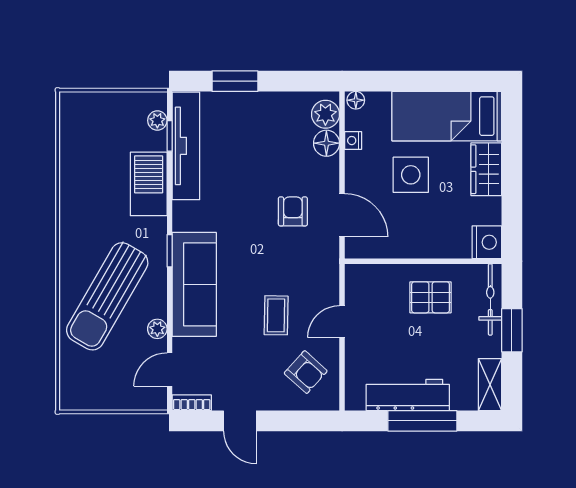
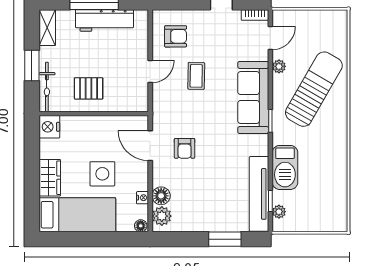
armchair: (306, 372) -> (176, 36), turned 138

